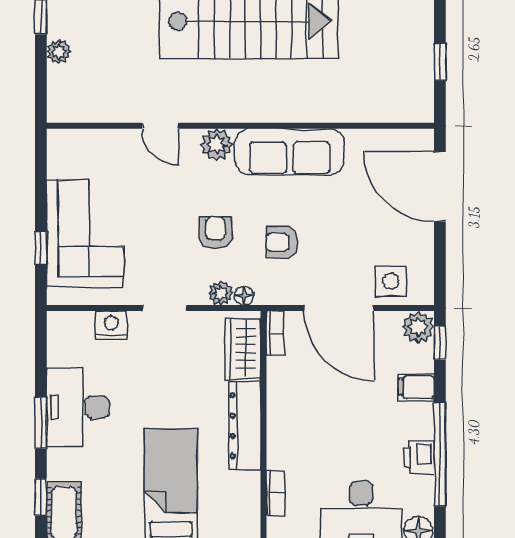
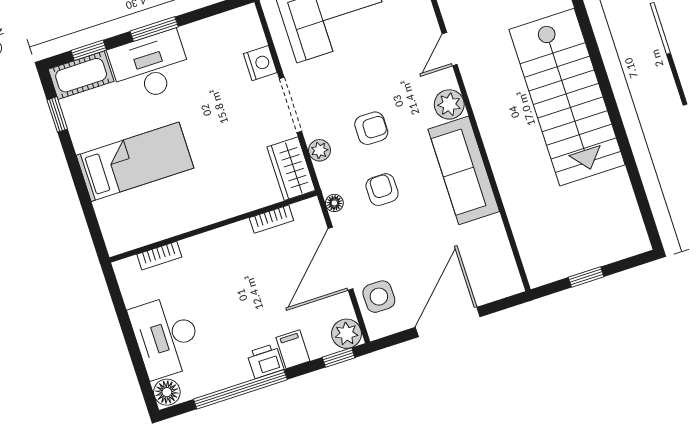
door: (440, 187) -> (448, 322), moved
floor lamp: (244, 296) -> (334, 203), moved
doorway: (164, 308) -> (291, 105), width x1.38
bookcase: (275, 334) -> (271, 219), moved
wardrobe: (243, 349) -> (291, 169), moved, turned -90
desk: (78, 407) -> (150, 66), moved
dresser: (245, 426) -> (210, 209), removed
printer: (419, 457) -> (265, 361), moved

